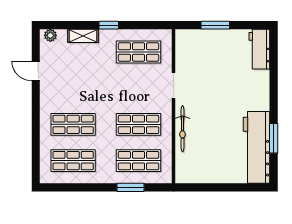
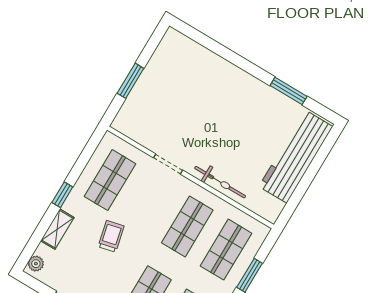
workbench: (259, 49) -> (184, 49), removed
trolley: (100, 76) -> (111, 236), added
workbench: (256, 147) -> (296, 157), moved, turned 90

